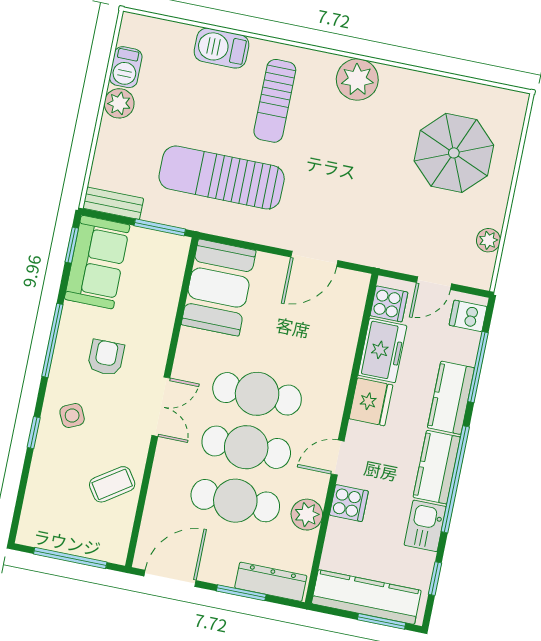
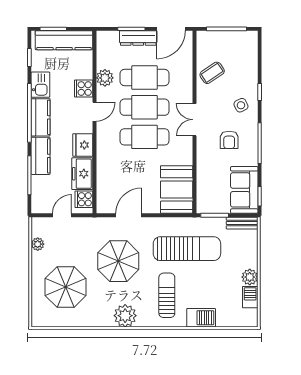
parasol: (350, 180) -> (118, 261), added
dishwasher: (468, 316) -> (40, 201), removed
dresser: (271, 582) -> (138, 38), moved

